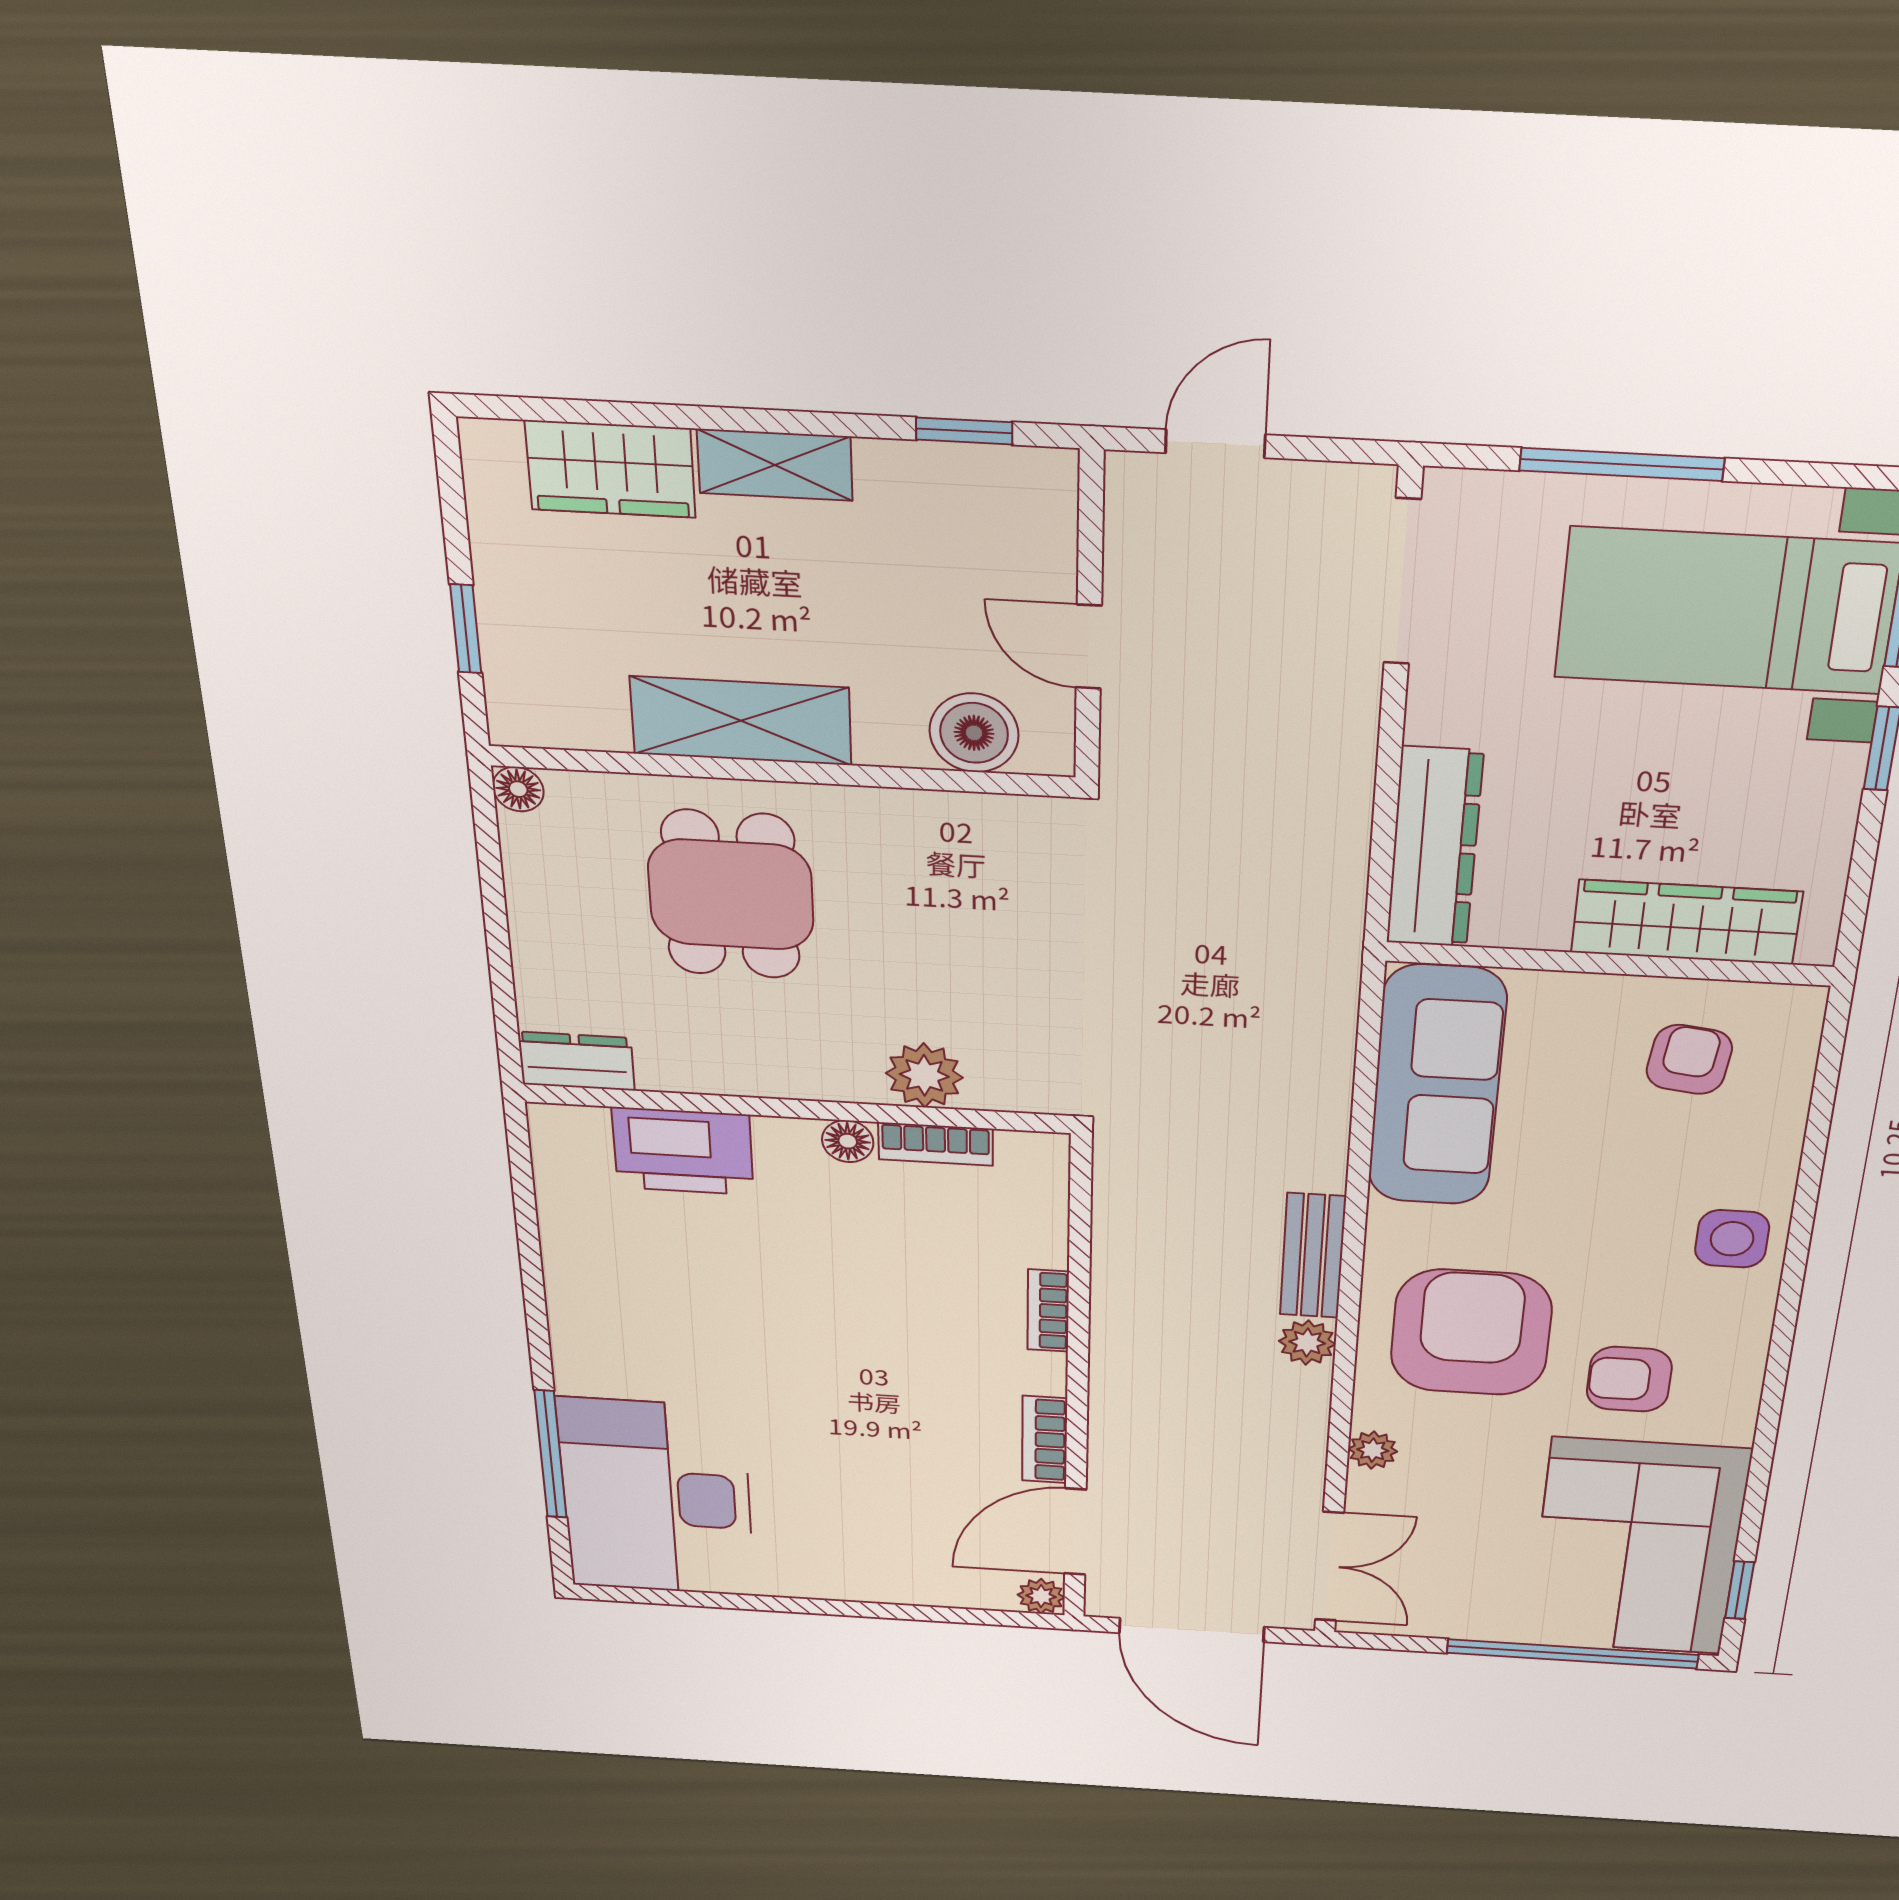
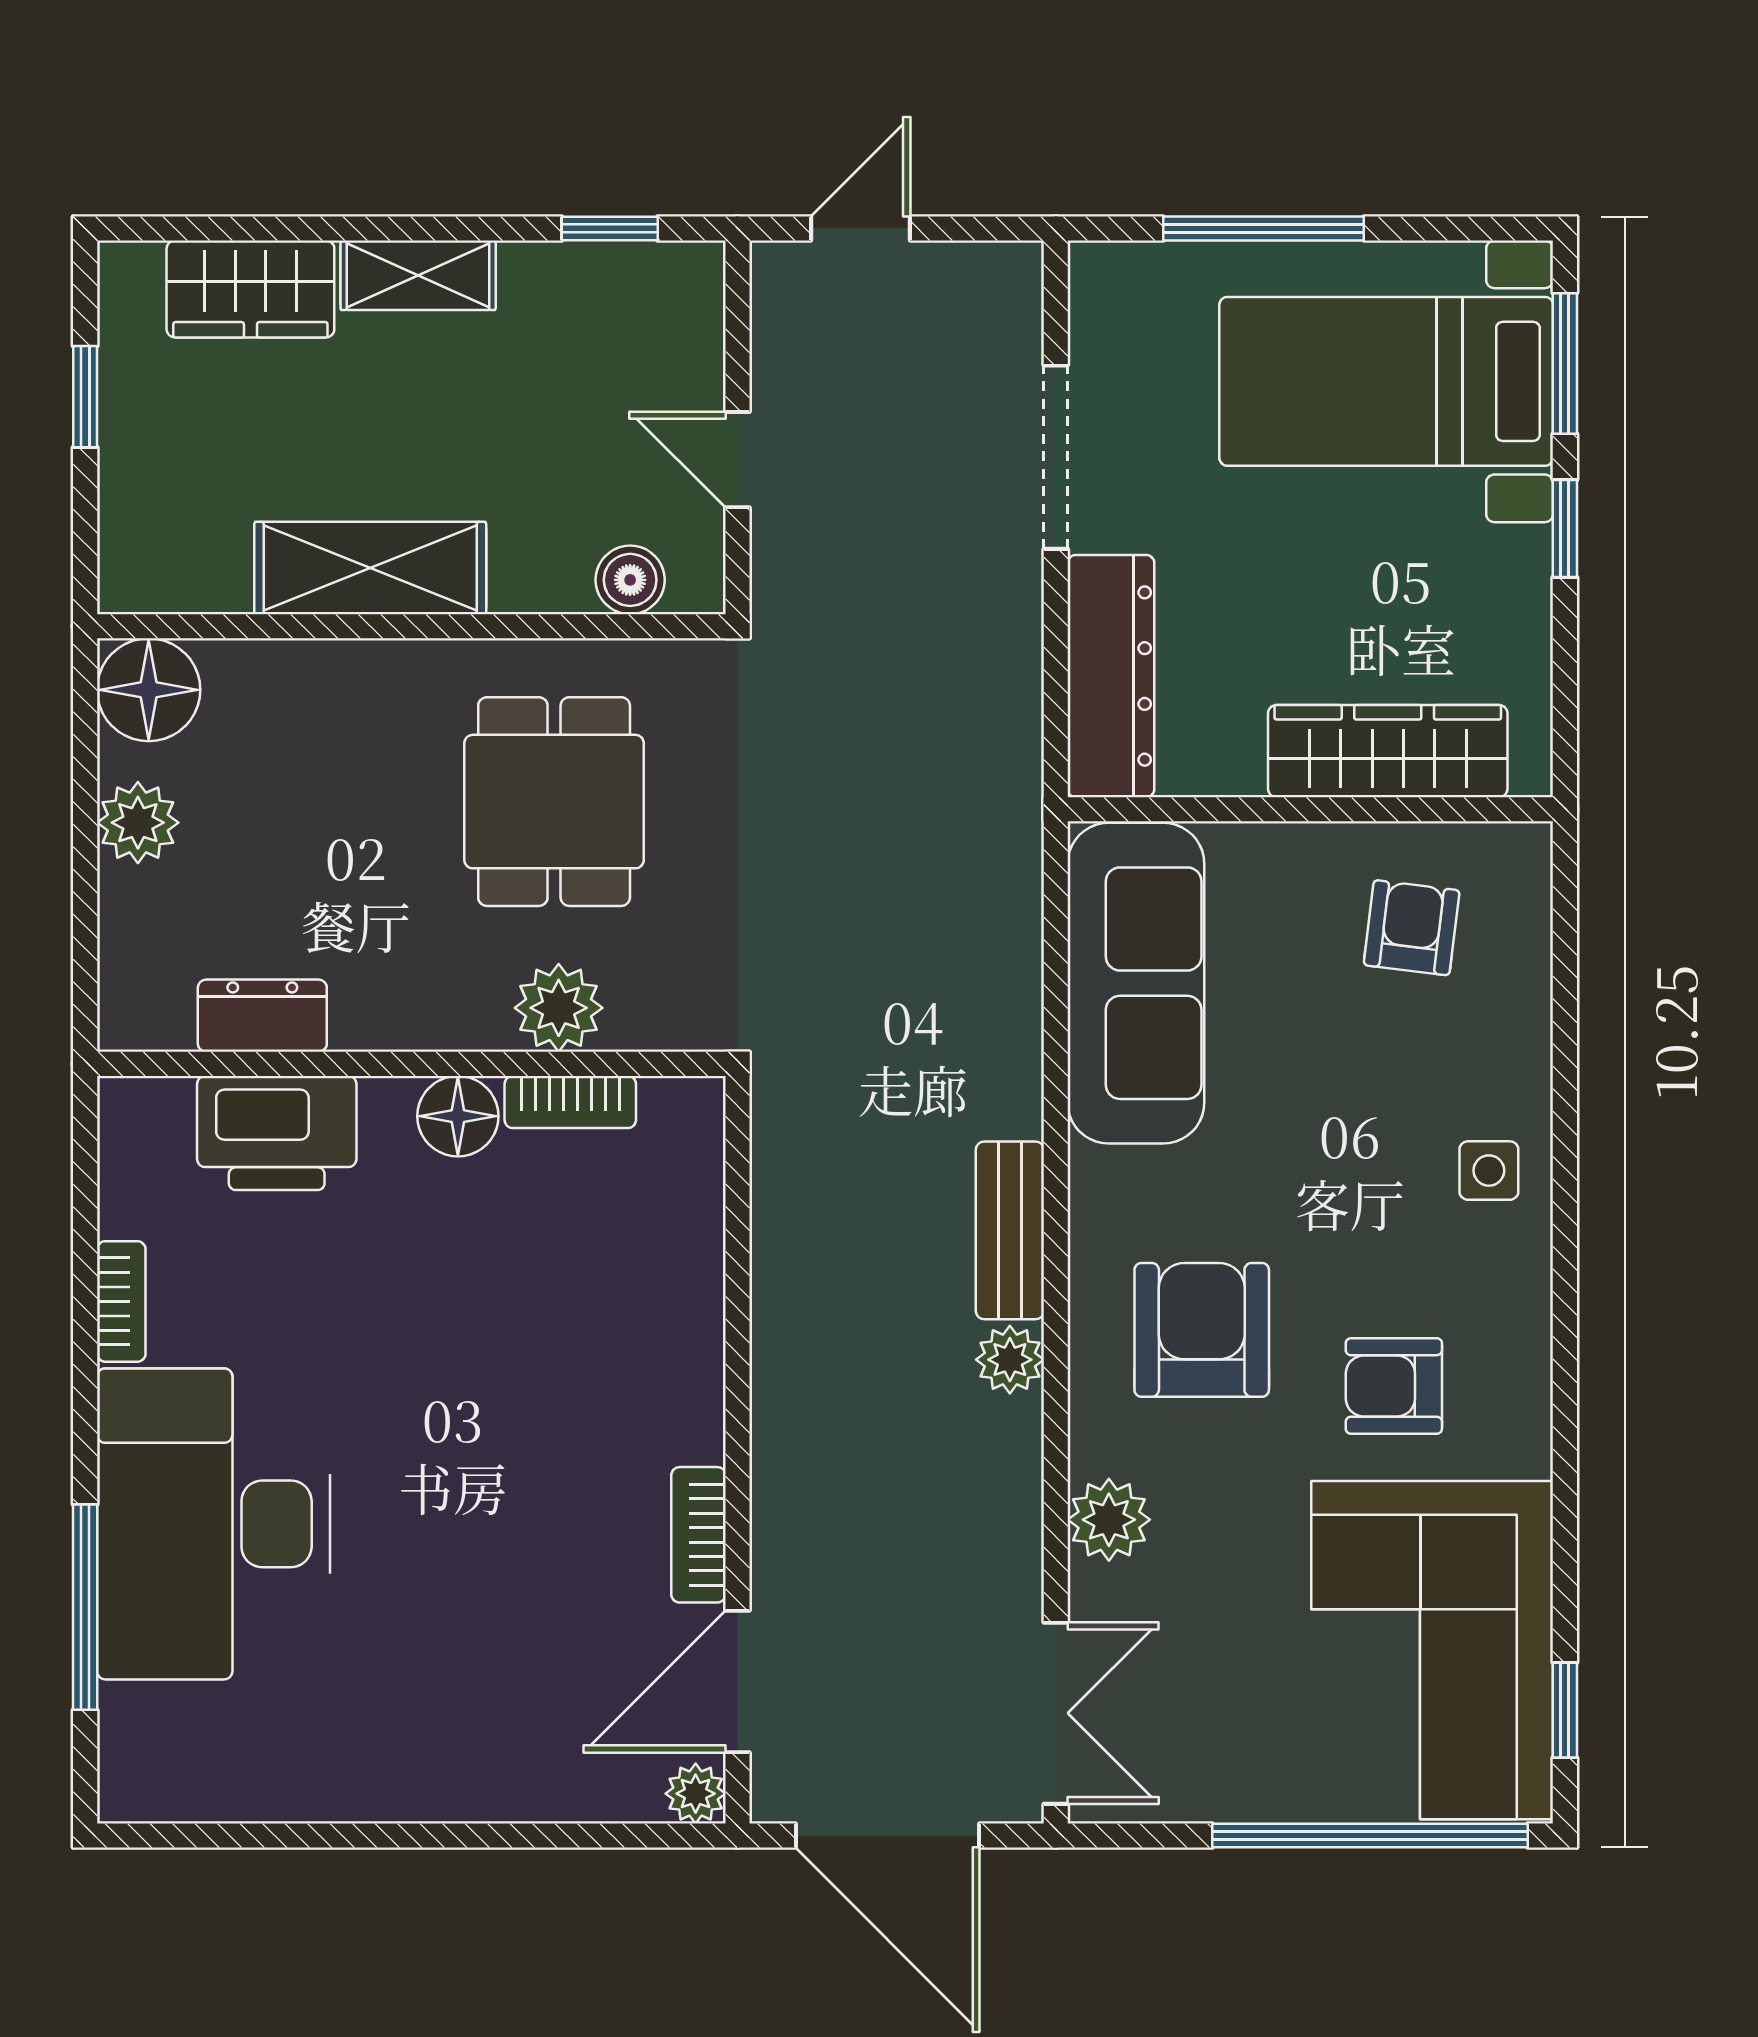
doorway: (1402, 582) -> (1056, 457), moved
window: (466, 629) -> (85, 397), moved
boiler: (974, 733) -> (630, 580), width x0.73, depth x0.73
floor lamp: (518, 789) -> (149, 690), width x1.89, depth x1.89
dining table: (731, 895) -> (554, 802), moved
plant: (542, 915) -> (138, 823), added
dresser: (576, 1061) -> (262, 1016), moved
floor lamp: (848, 1141) -> (458, 1116), width x1.37, depth x1.37
side table: (1732, 1239) -> (1489, 1171), width x0.73, depth x0.73
bookcase: (1048, 1311) -> (121, 1301), moved, turned 180
armchair: (1471, 1333) -> (1202, 1330), width x0.73, depth x0.73
plant: (1373, 1450) -> (1109, 1520), width x1.38, depth x1.38
desk: (657, 1498) -> (214, 1524), moved

